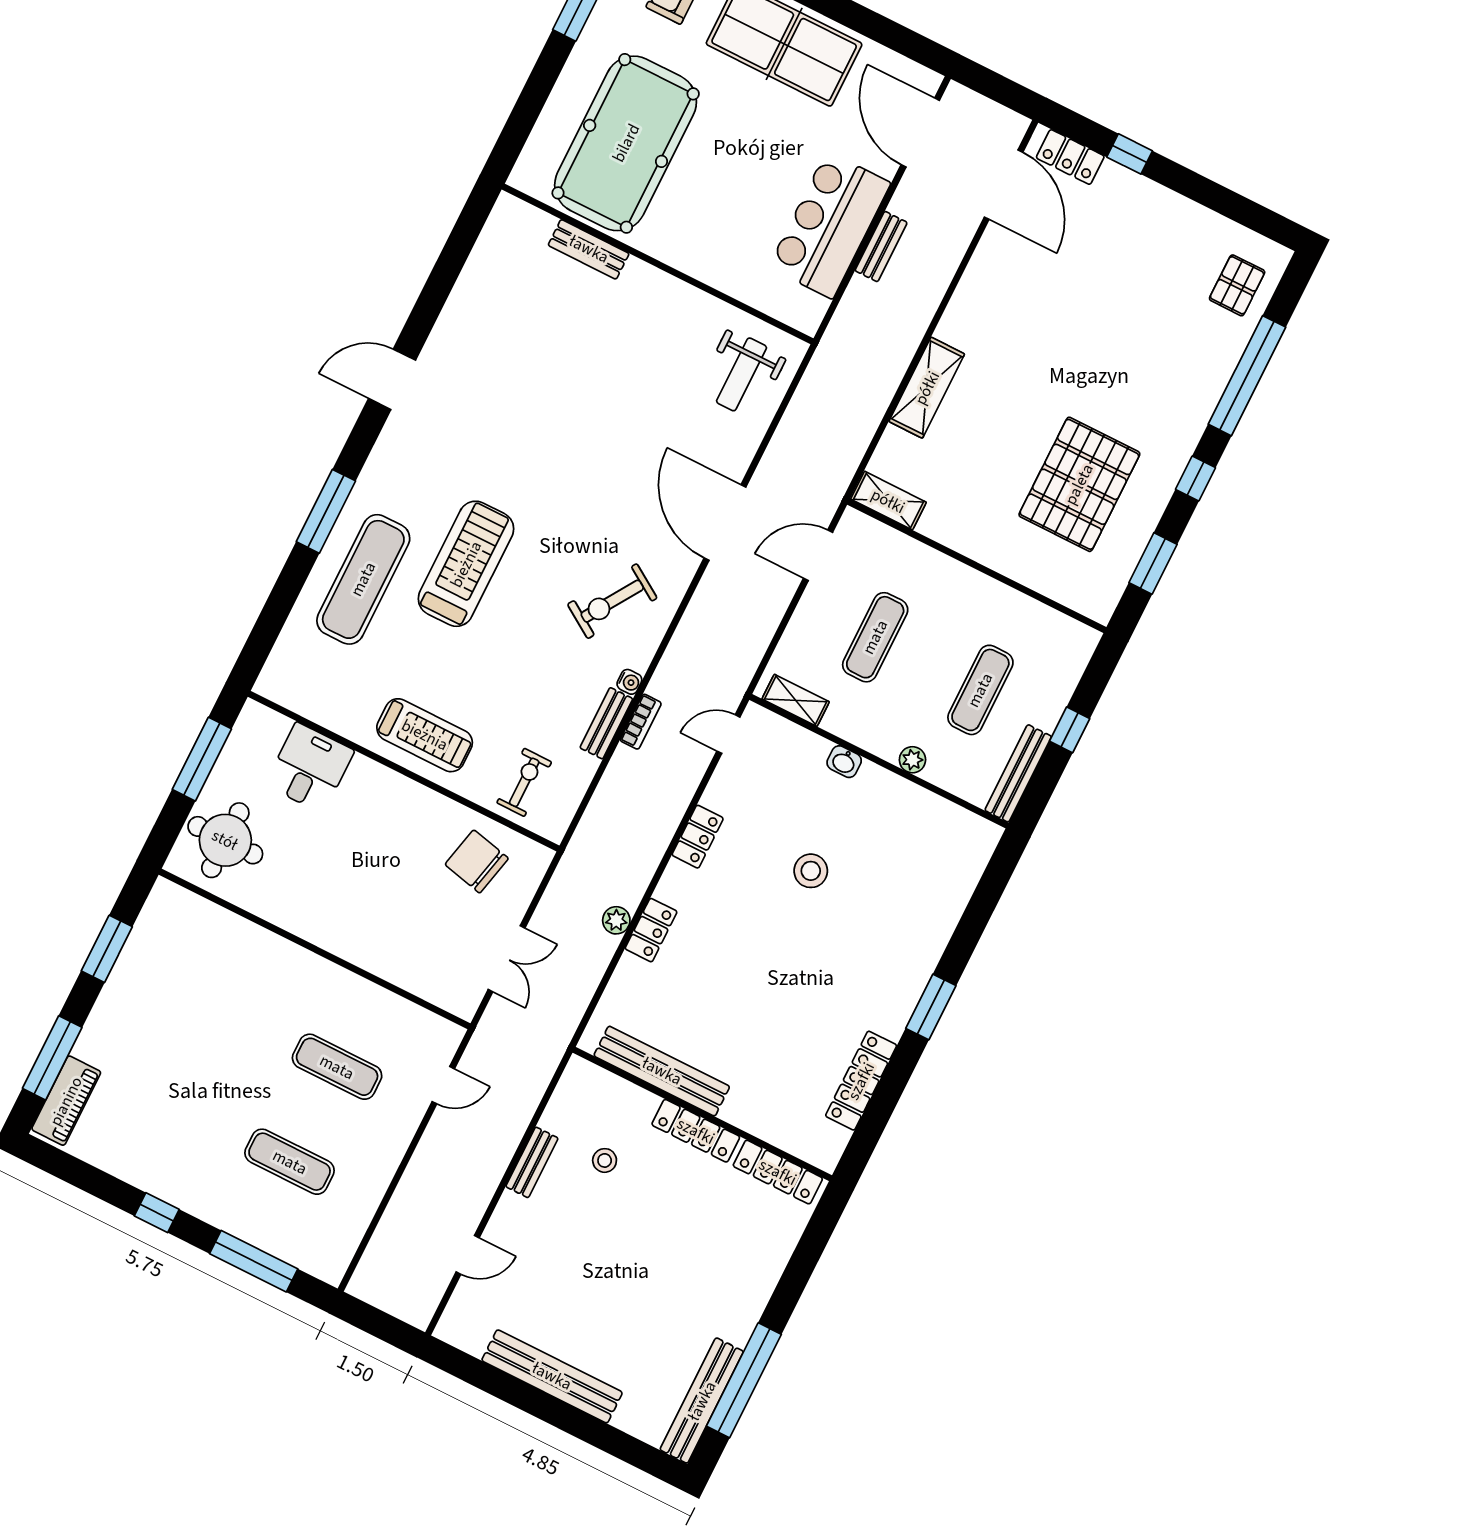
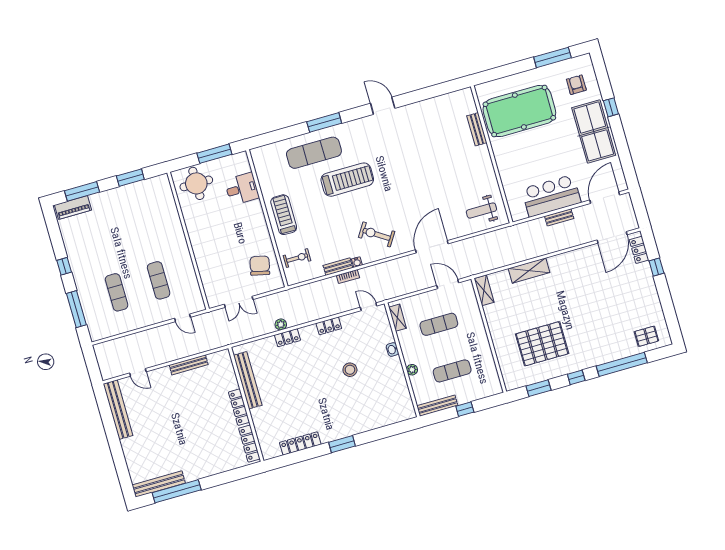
treadmill: (425, 735) -> (284, 215), turned 180
stool: (605, 1160) -> (205, 388), removed
bench: (532, 1162) -> (189, 365), width x1.36
bench: (552, 1376) -> (118, 410), moved

